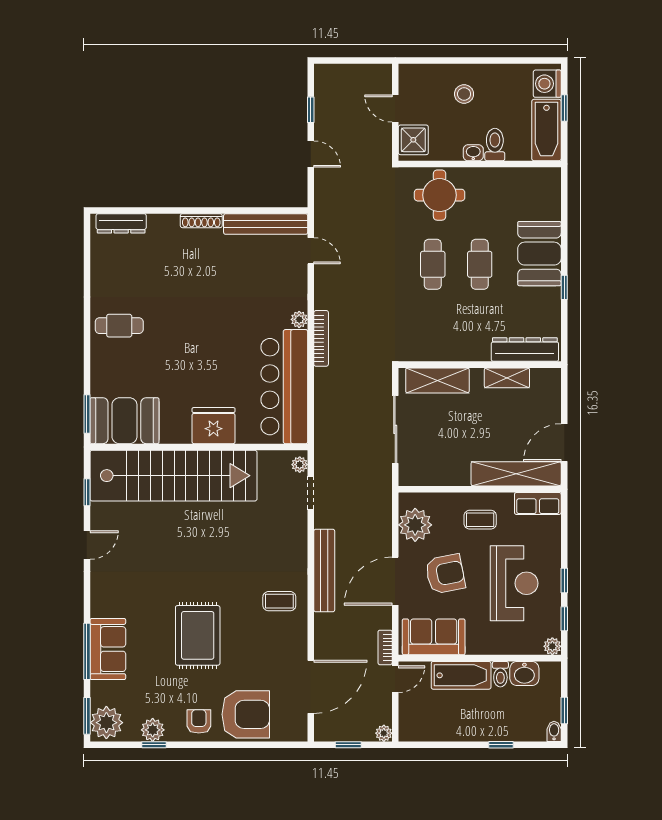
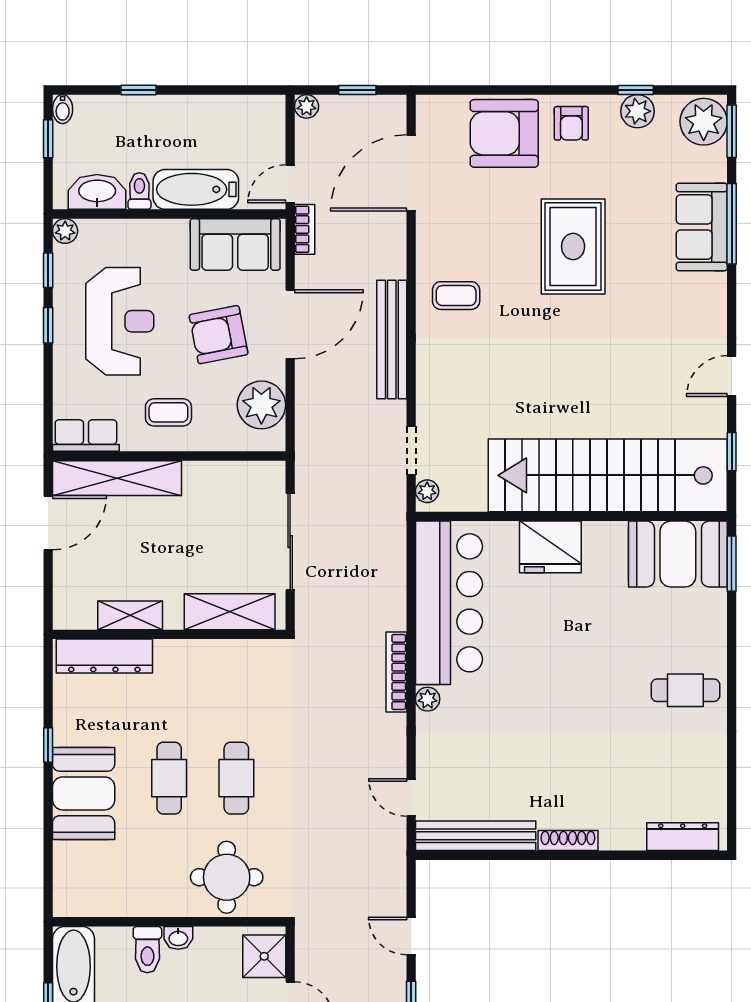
reception desk: (514, 583) -> (120, 321), turned 180
washbasin: (524, 674) -> (97, 192), width x1.38

